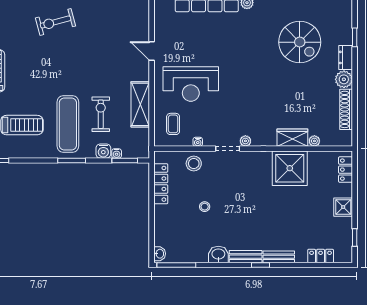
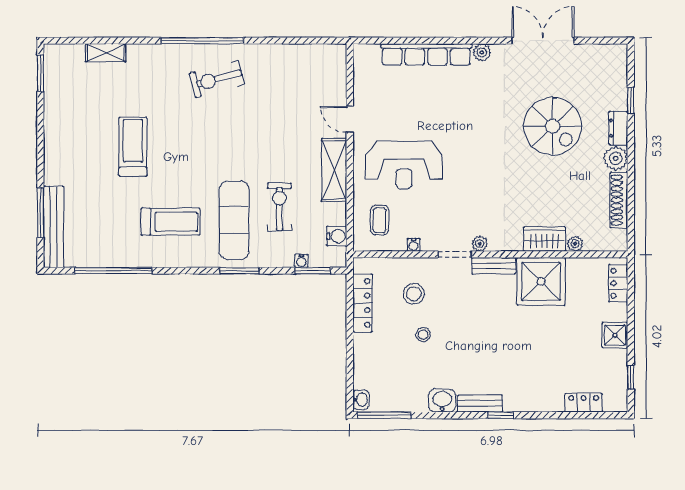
spiral stairs: (300, 42) -> (553, 126), moved
shelving: (140, 104) -> (334, 170), moved
water cooler: (103, 151) -> (337, 236), moved, turned -90
stool: (194, 164) -> (414, 294), moved
bench: (279, 257) -> (494, 266), moved

